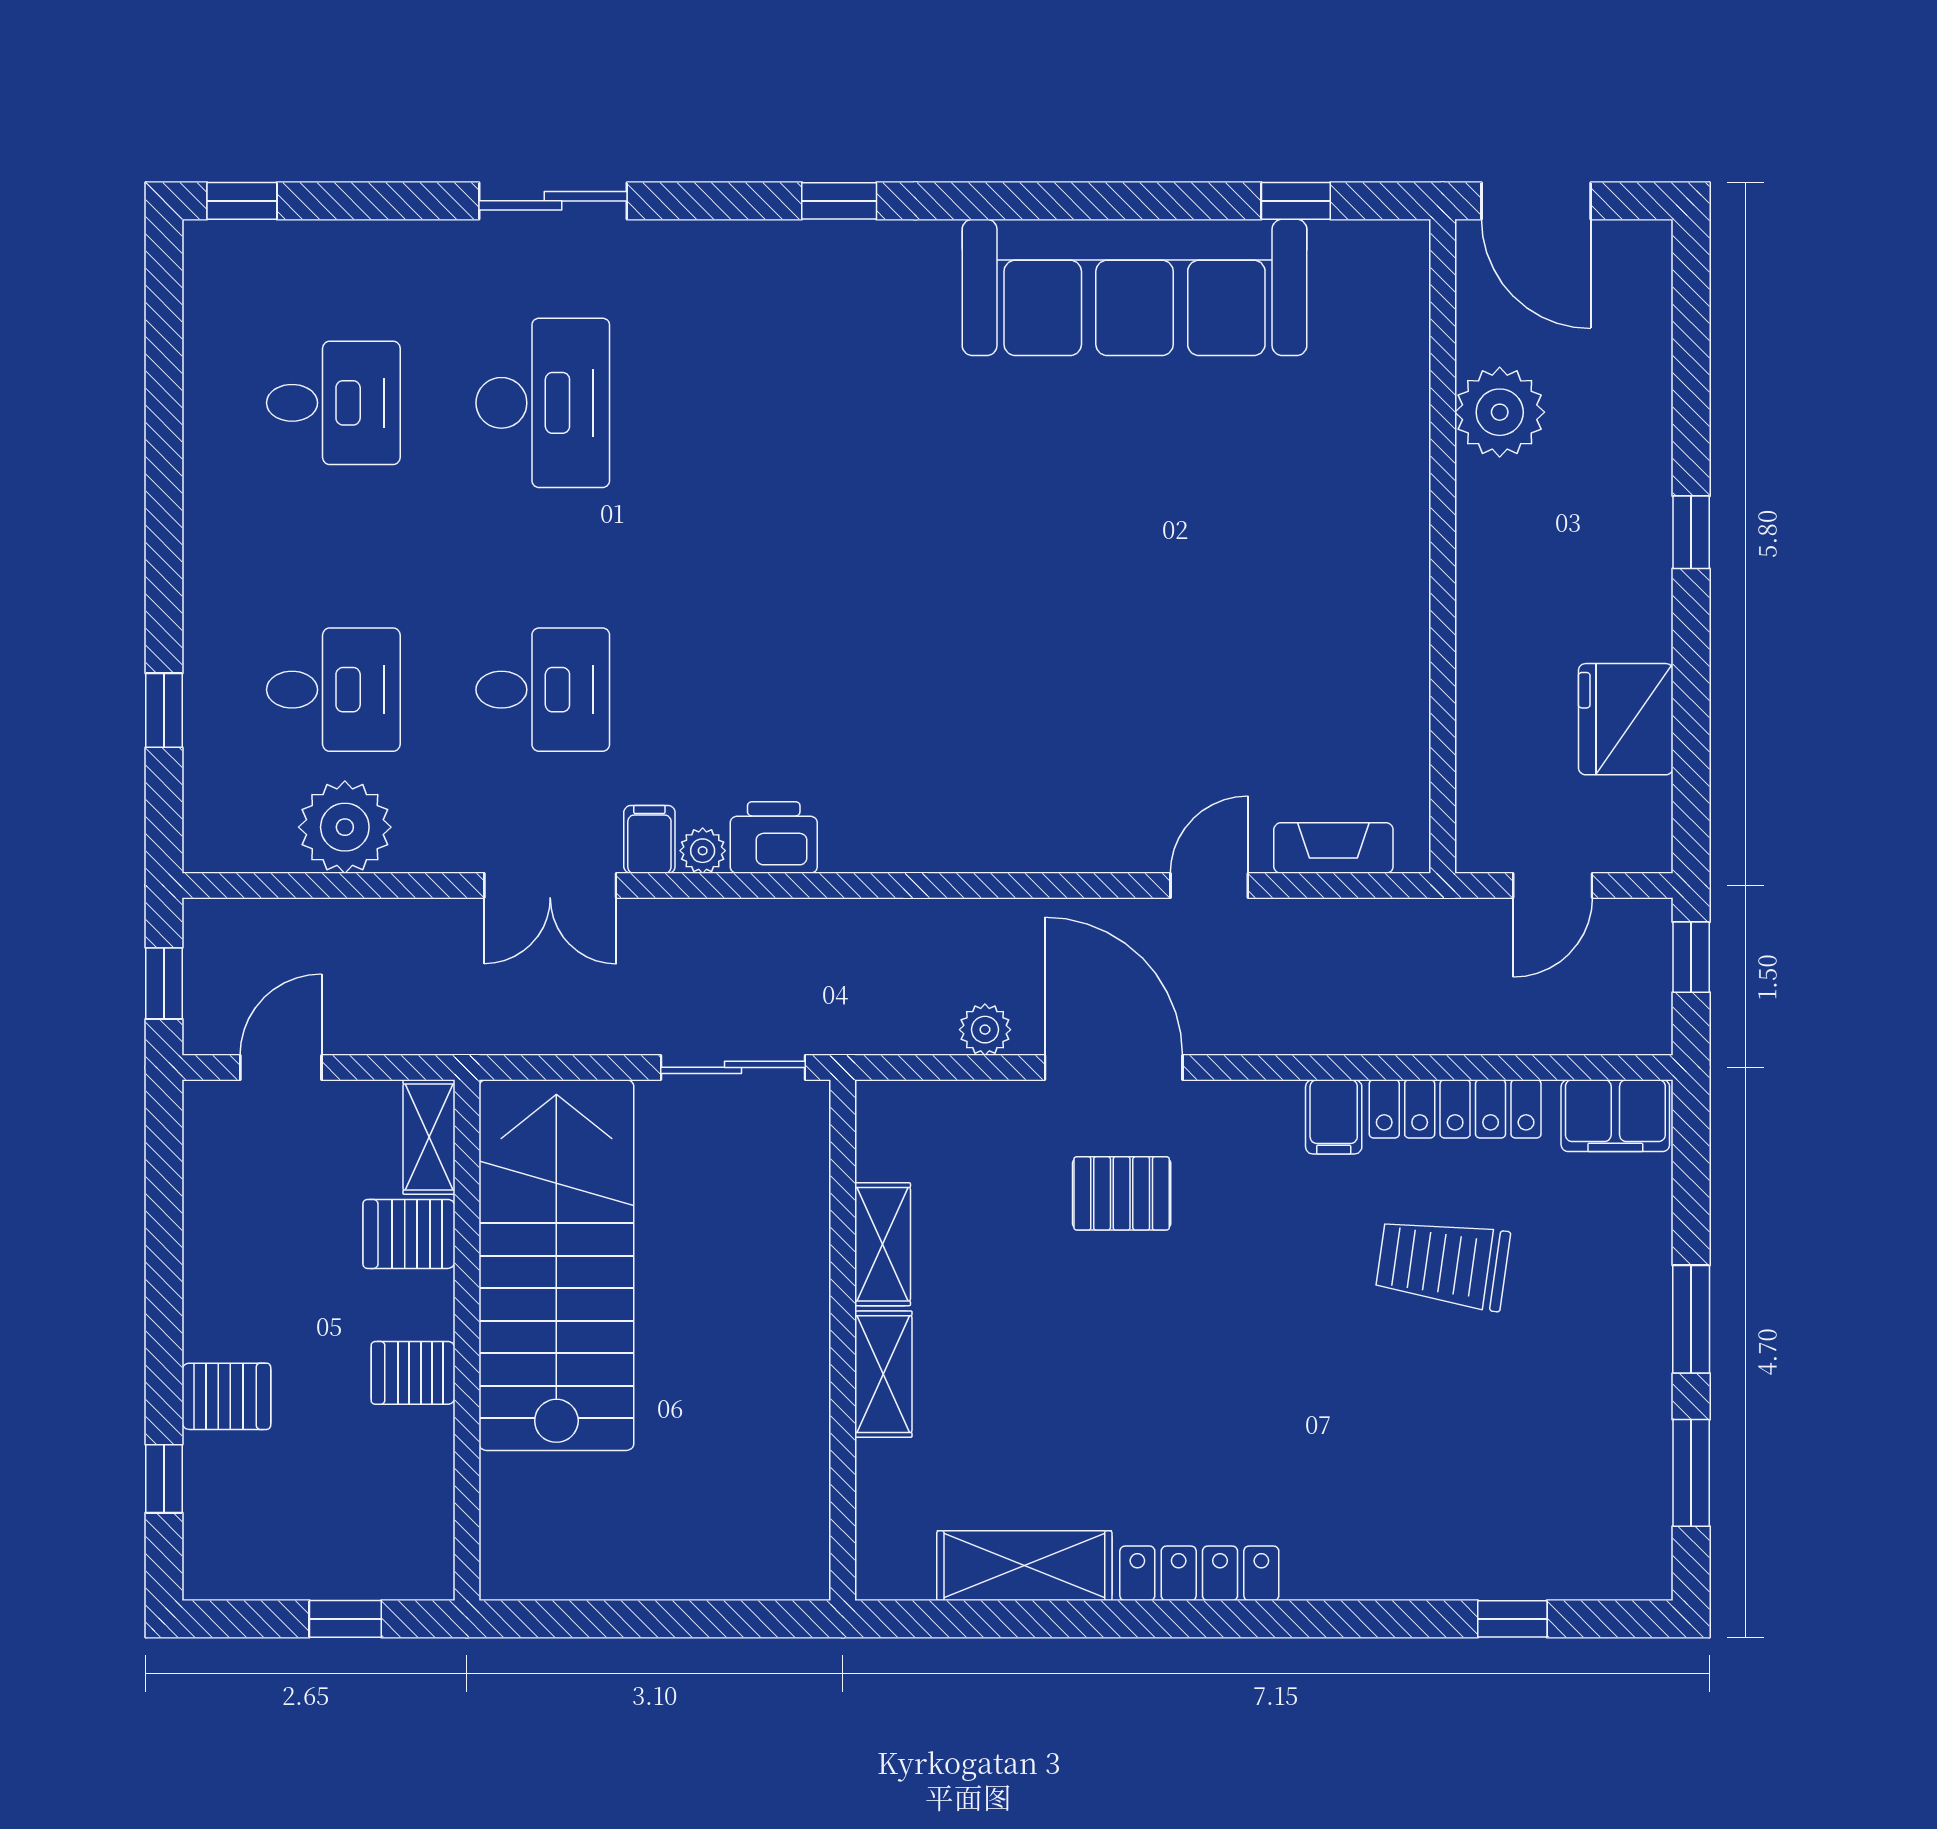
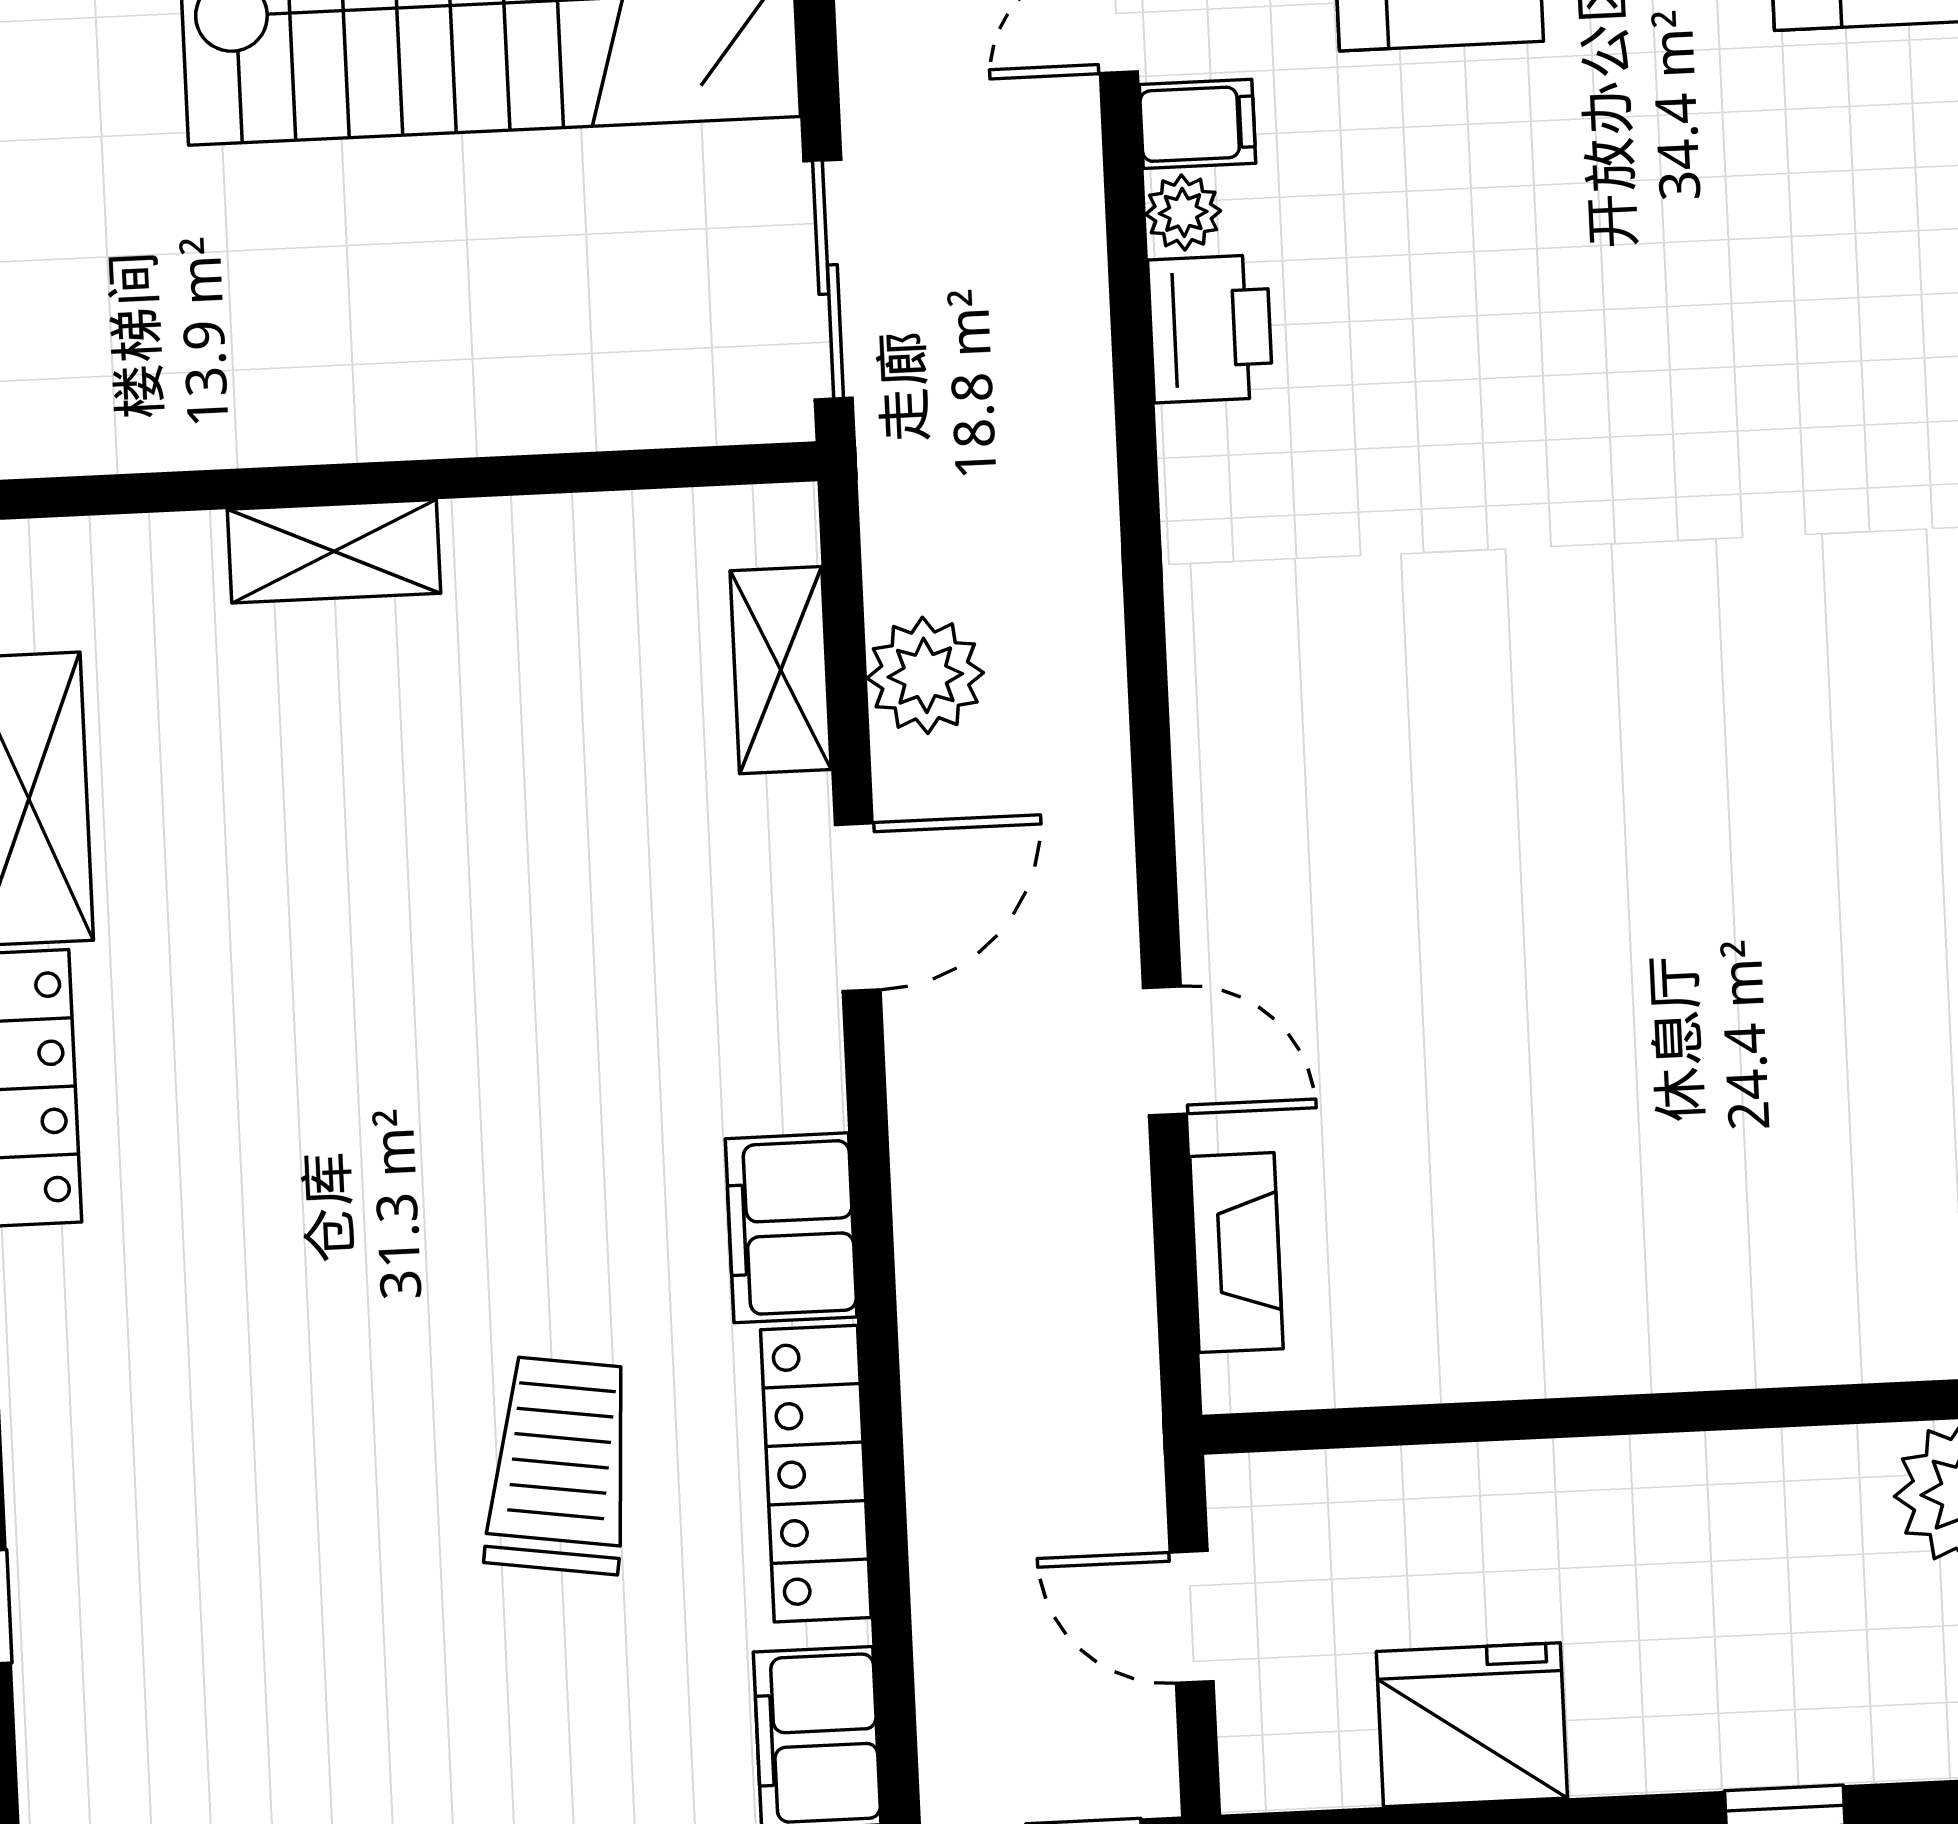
plant: (985, 1030) -> (925, 675), width x1.38, depth x1.38
door: (1114, 1067) -> (858, 907), width x0.73
filing cabinet: (1334, 1117) -> (791, 1228), width x2.00
pallet: (1122, 1193) -> (650, 930), removed
shelving: (883, 1244) -> (781, 670), moved, turned 90

